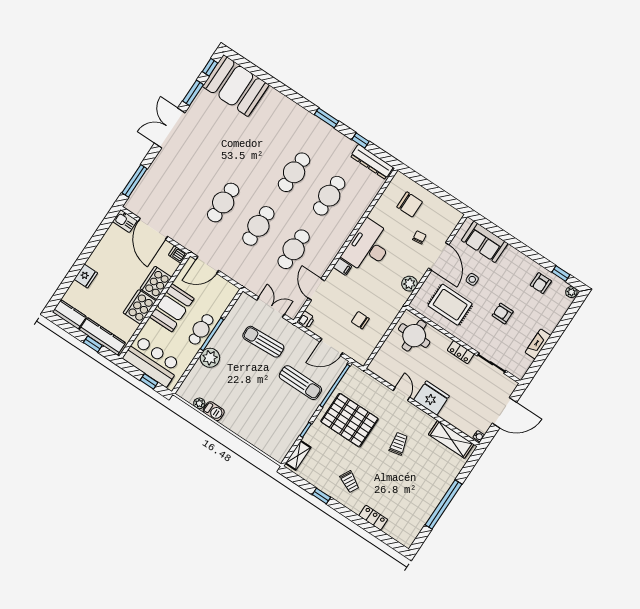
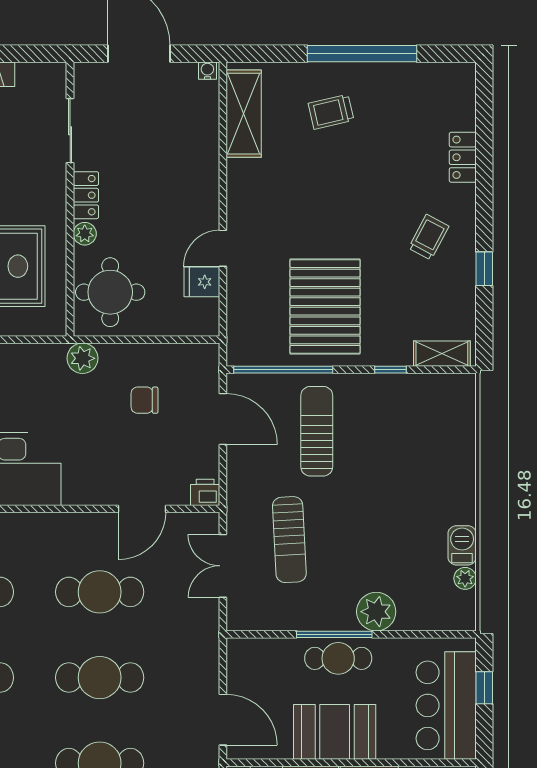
filing cabinet: (342, 267) -> (75, 490), removed
plant: (409, 284) -> (82, 358), moved
chair: (360, 320) -> (145, 400), turned 90
plant: (445, 341) -> (85, 234), added
fridge: (432, 398) -> (202, 282), moved, width x0.53, depth x0.75
trolley: (399, 444) -> (331, 112), moved

